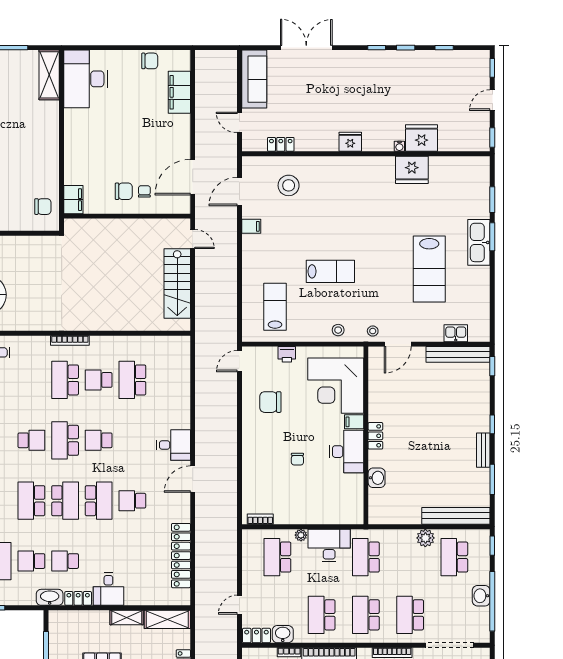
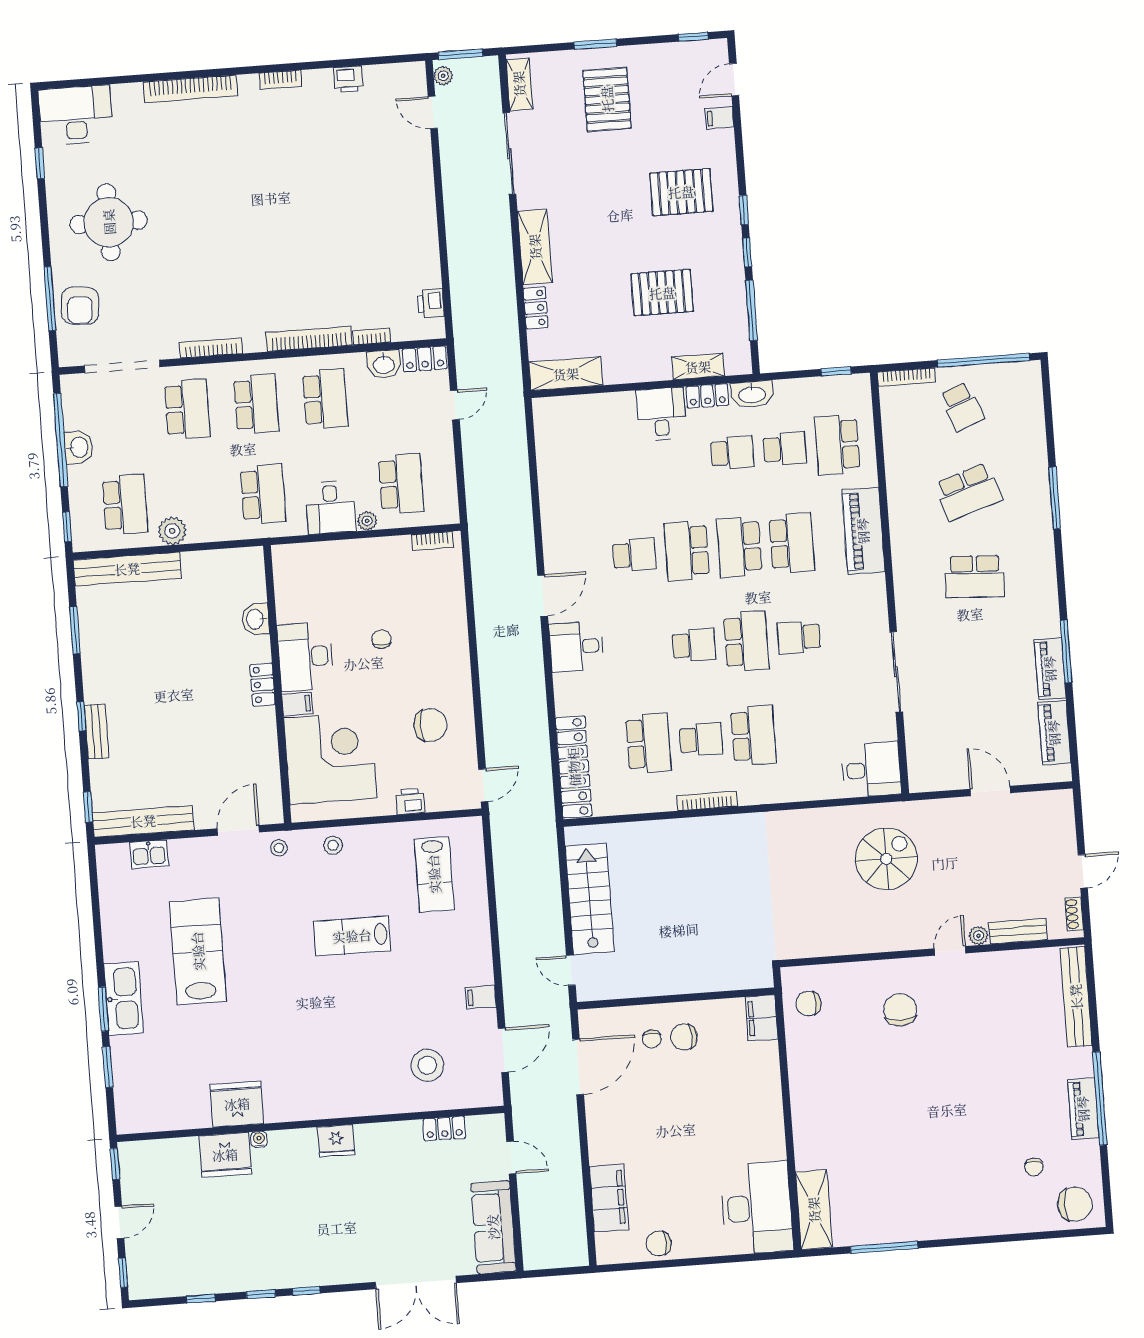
bookcase: (70, 340) -> (707, 801), moved
bench: (483, 450) -> (97, 732), moved
desk: (329, 545) -> (331, 507), width x0.73
locker: (181, 556) -> (574, 767), moved
shelving: (127, 618) -> (698, 367), moved

